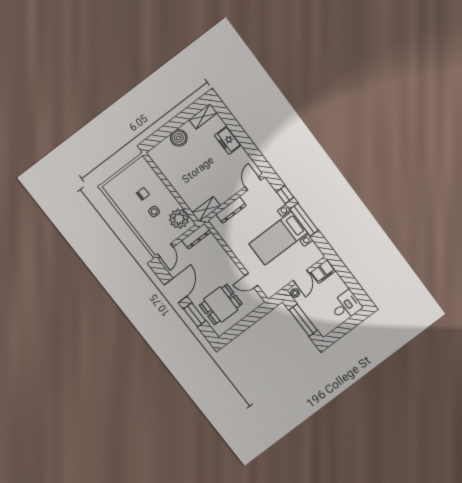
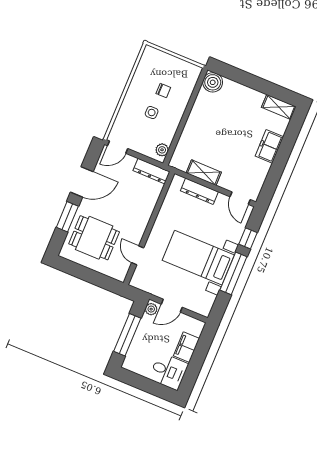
boiler: (179, 138) -> (213, 82), moved
door: (253, 183) -> (240, 198), swing flipped
shelving: (206, 209) -> (204, 173), moved
plant: (179, 219) -> (162, 150), width x0.53, depth x0.53
filing cabinet: (323, 272) -> (186, 347), moved, turned 90

